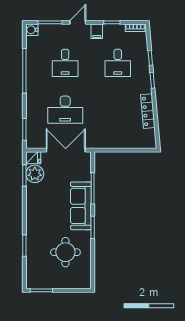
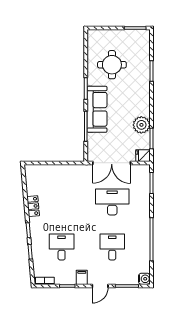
locker: (148, 111) -> (33, 206), width x0.66
plant: (35, 174) -> (141, 125), moved

